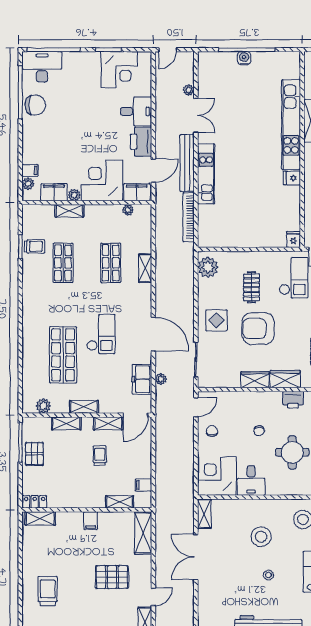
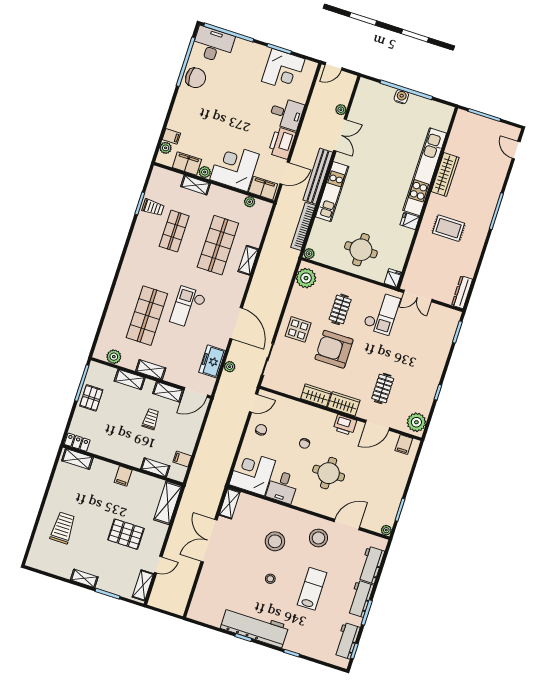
round table: (253, 222) -> (361, 250), added
plant: (203, 242) -> (309, 254), added
shop shelf: (111, 263) -> (218, 245), width x1.43, depth x1.36
checkout: (101, 334) -> (188, 308), turned 180

